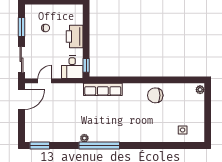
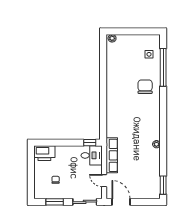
printer: (75, 37) -> (44, 153), moved
row of seats: (103, 89) -> (112, 155), moved
chair: (155, 95) -> (145, 87), moved, turned 180
window: (99, 146) -> (163, 67), moved

